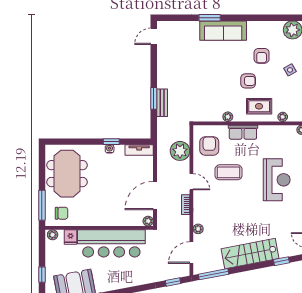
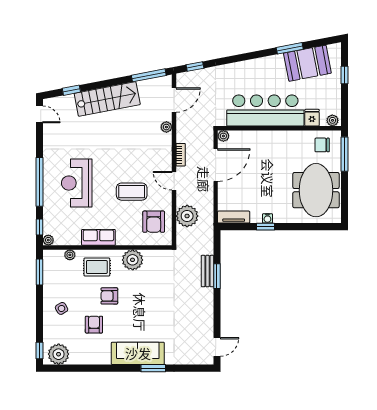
plant: (228, 117) -> (133, 260), width x1.87, depth x1.87
row of seats: (243, 132) -> (98, 237), moved

